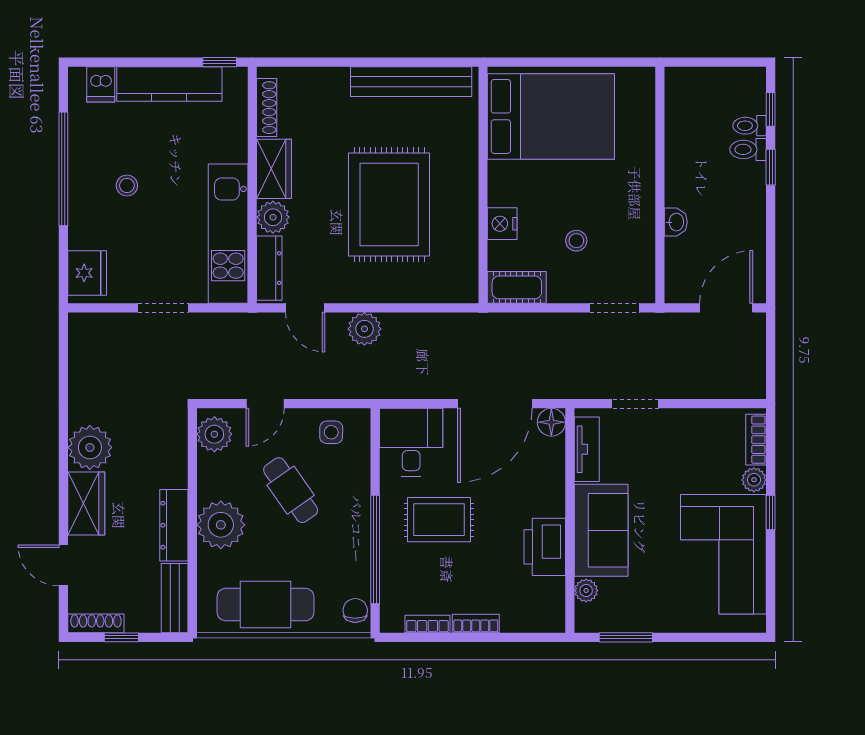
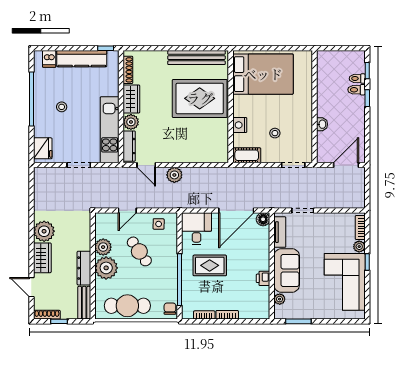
rug: (389, 204) -> (200, 98), moved, turned 90
plant: (214, 434) -> (103, 247), moved
printer: (545, 547) -> (263, 278), width x0.53, depth x0.68

